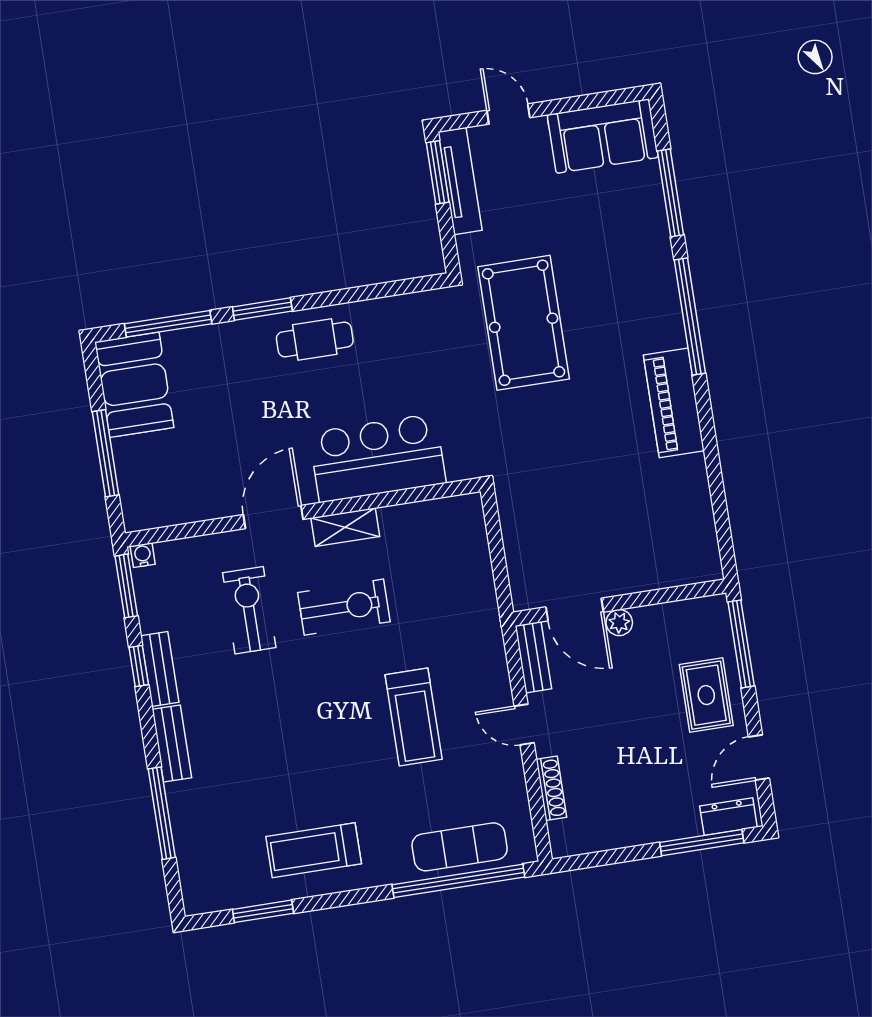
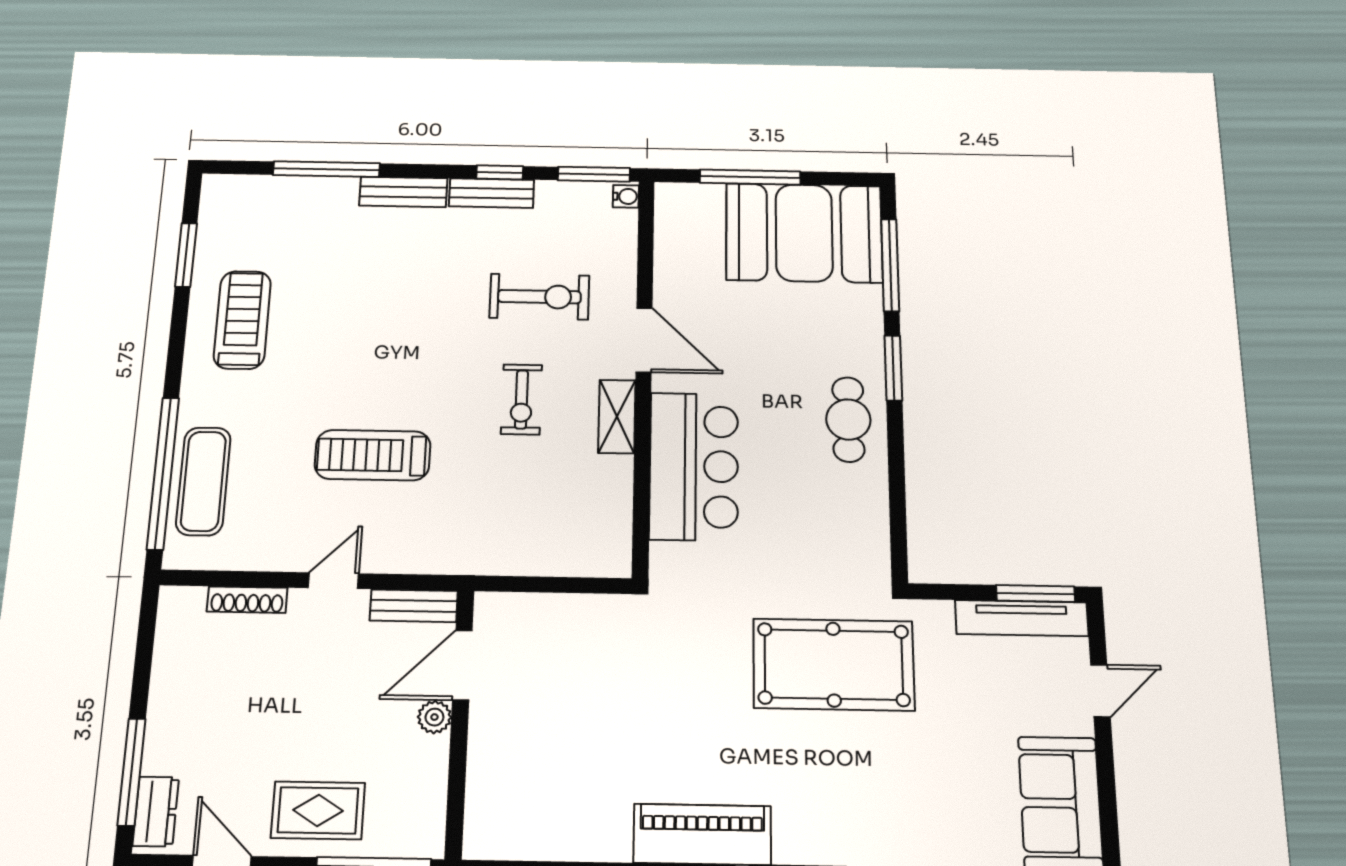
booth: (134, 385) -> (804, 233), width x1.36, depth x1.42
exercise bike: (344, 607) -> (521, 399), width x0.73, depth x0.72

